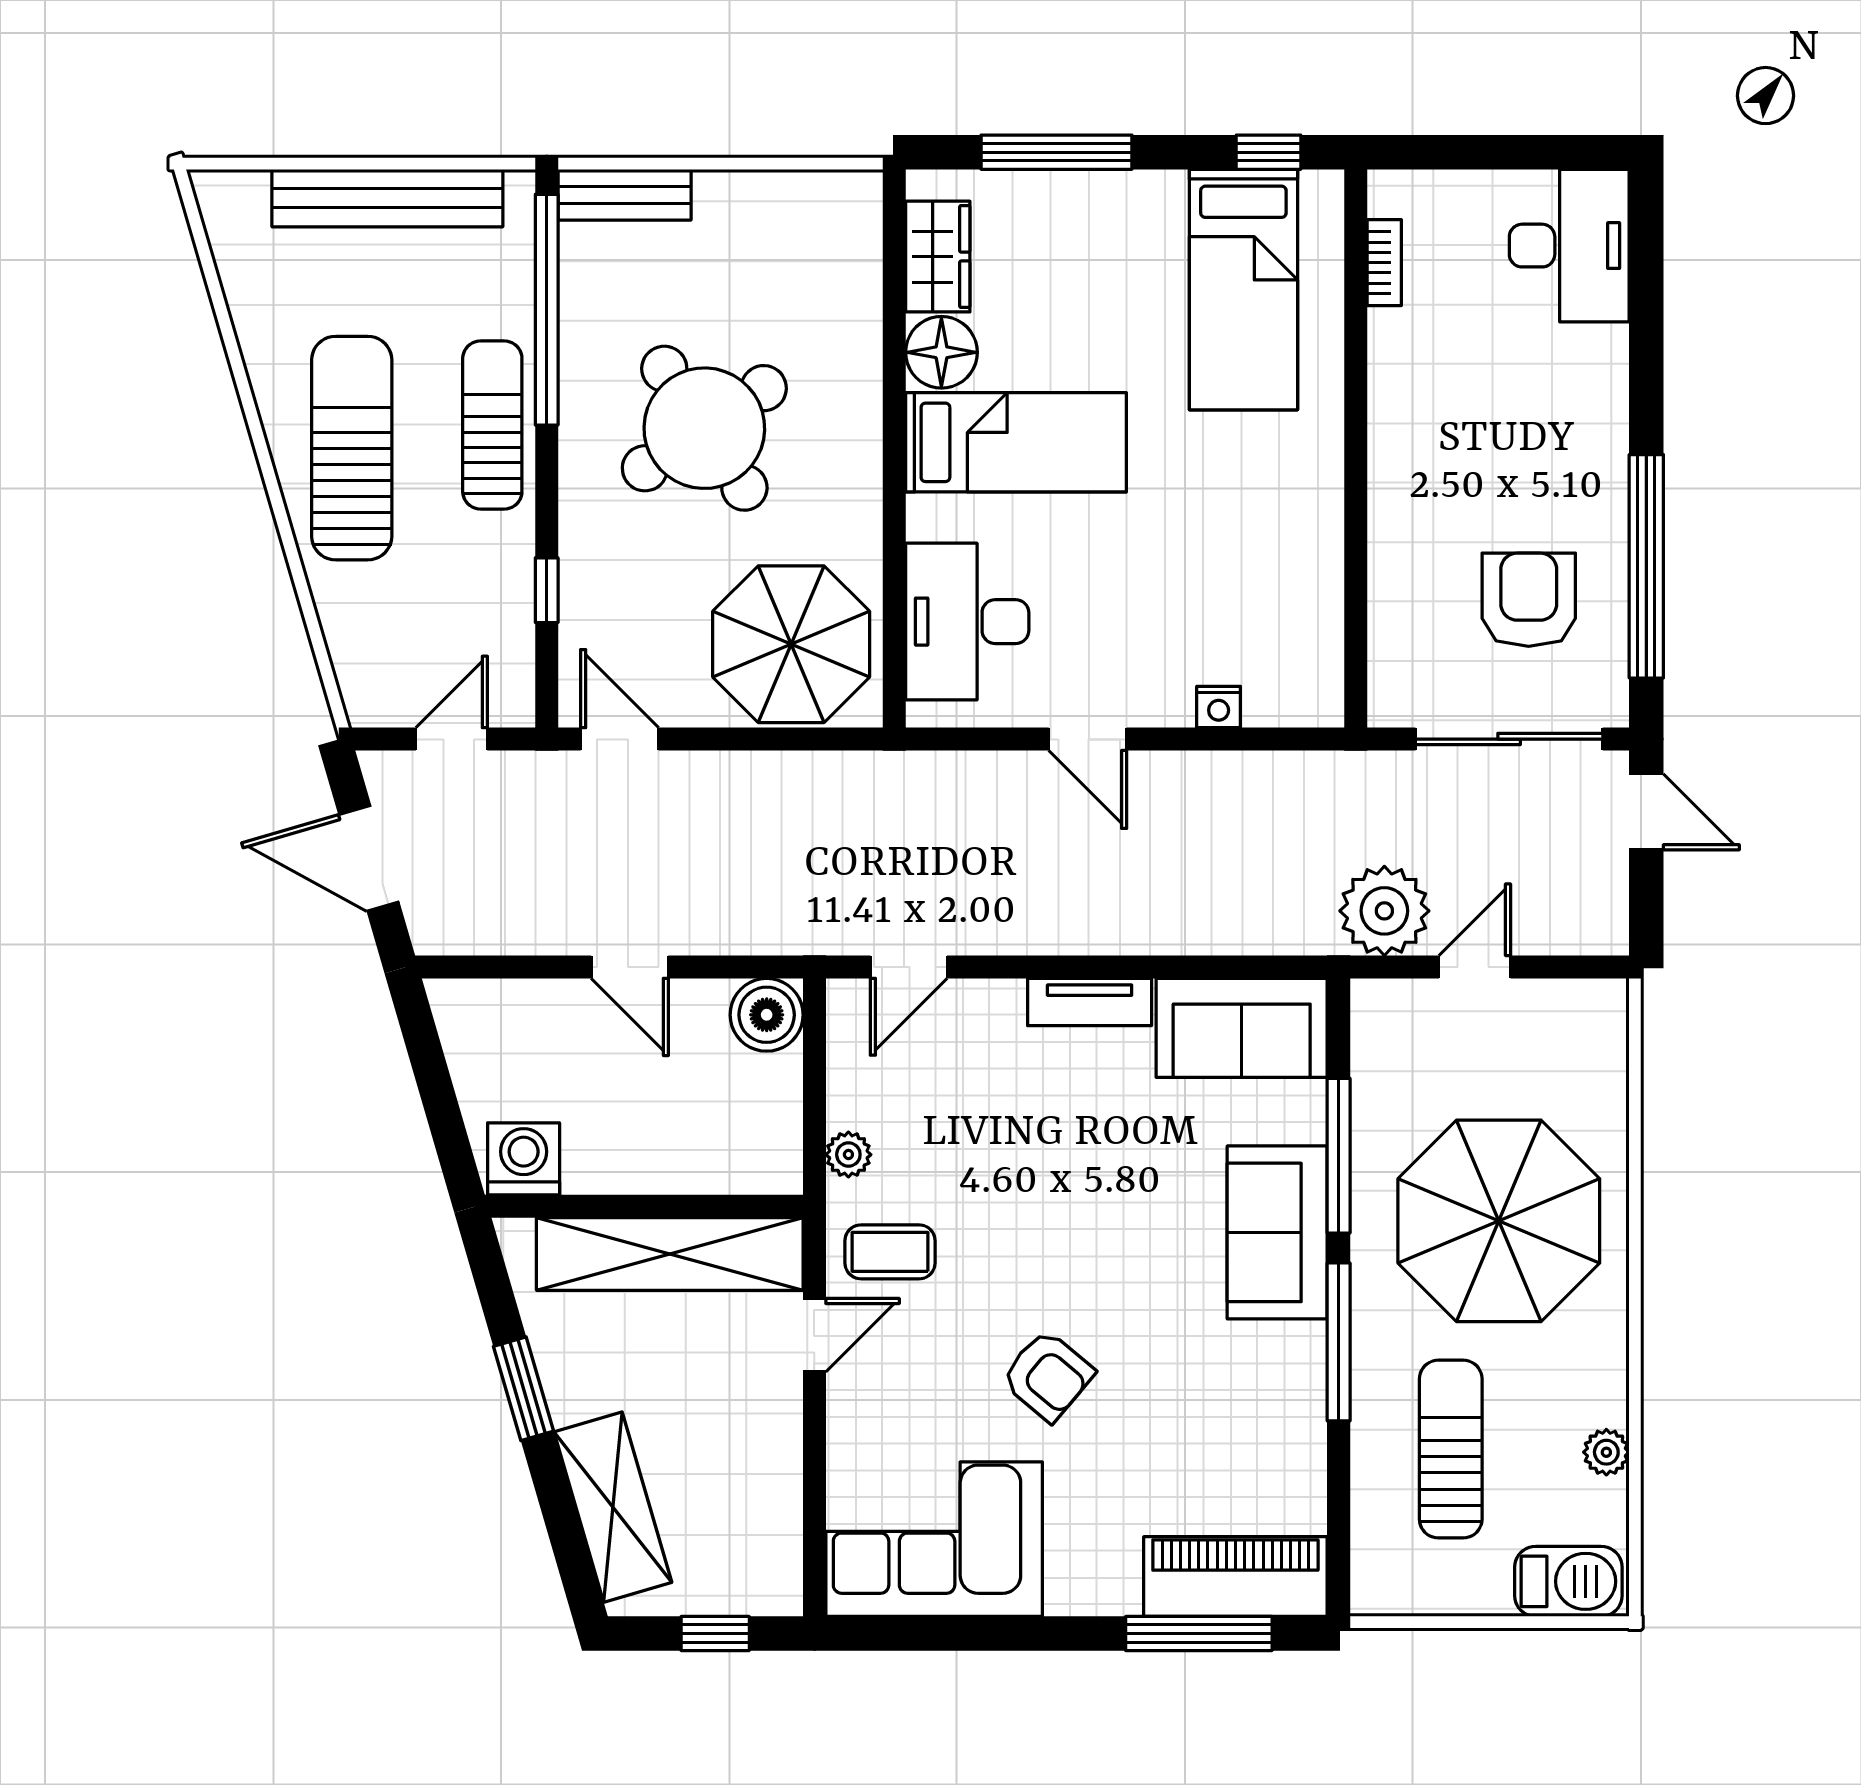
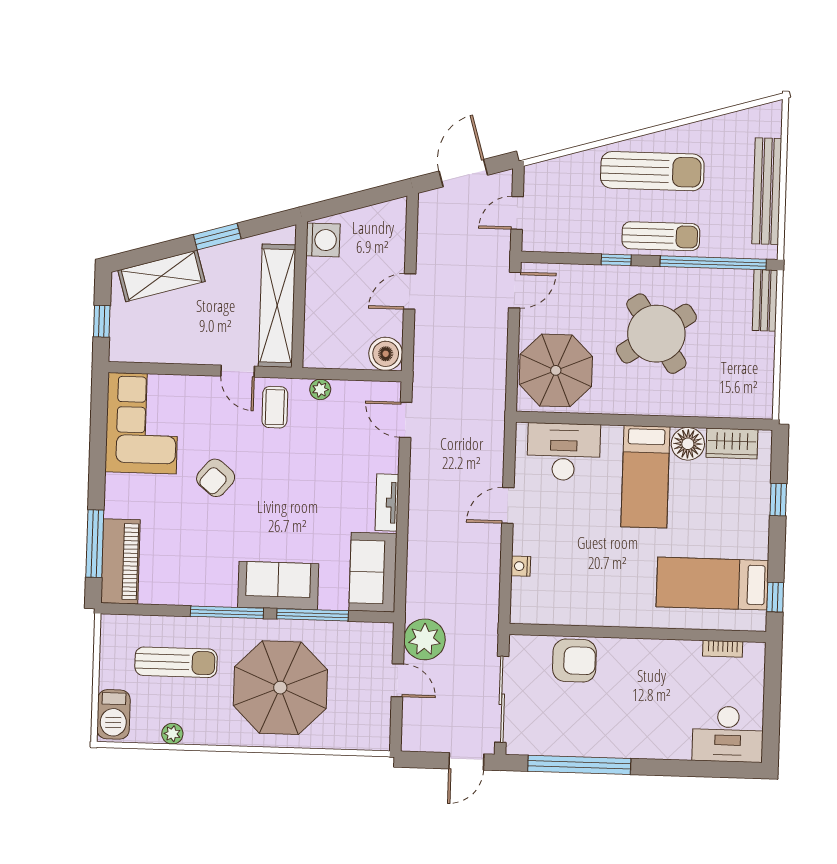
window: (1056, 152) -> (778, 500), width x0.46
window: (547, 590) -> (616, 260), moved
armchair: (1529, 600) -> (574, 661), moved
door: (452, 739) -> (517, 213), swing flipped

